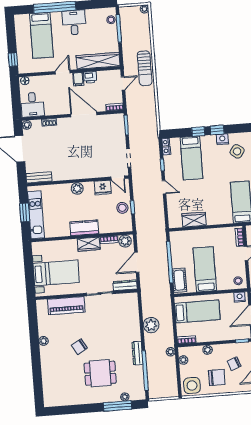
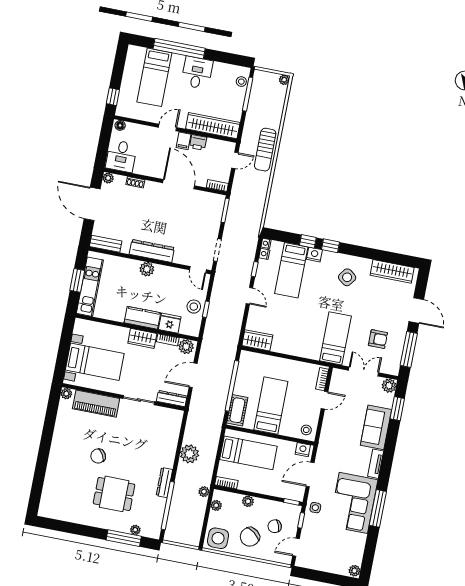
nightstand: (222, 139) -> (314, 255), moved
dresser: (77, 173) -> (152, 251), added
fridge: (103, 188) -> (170, 323), moved, turned 180
wardrobe: (194, 220) -> (257, 340), moved
plant: (44, 341) -> (66, 394), moved
chair: (217, 377) -> (250, 537), turned 127

